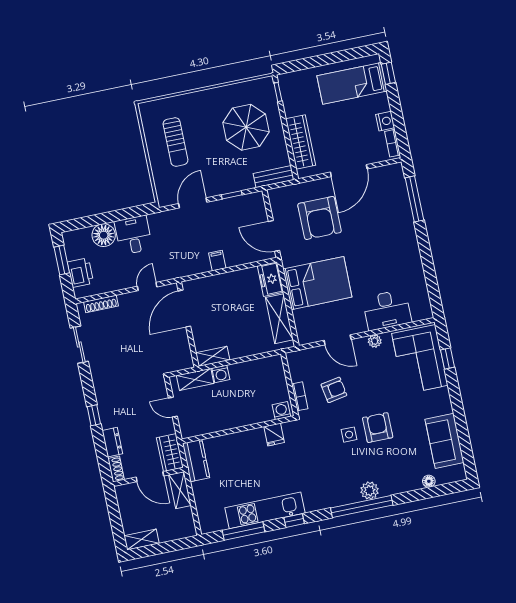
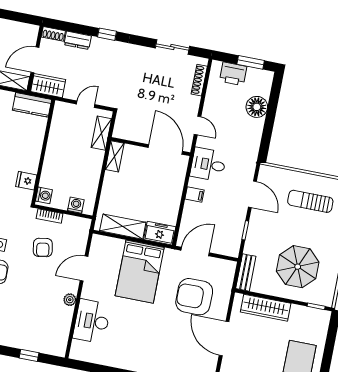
desk: (133, 235) -> (208, 164), moved, turned 180
corner sofa: (420, 359) -> (38, 331), removed
washing machine: (221, 374) -> (76, 205), moved, turned 90

